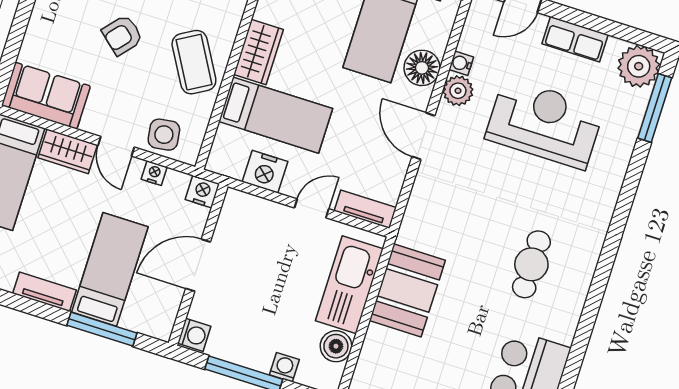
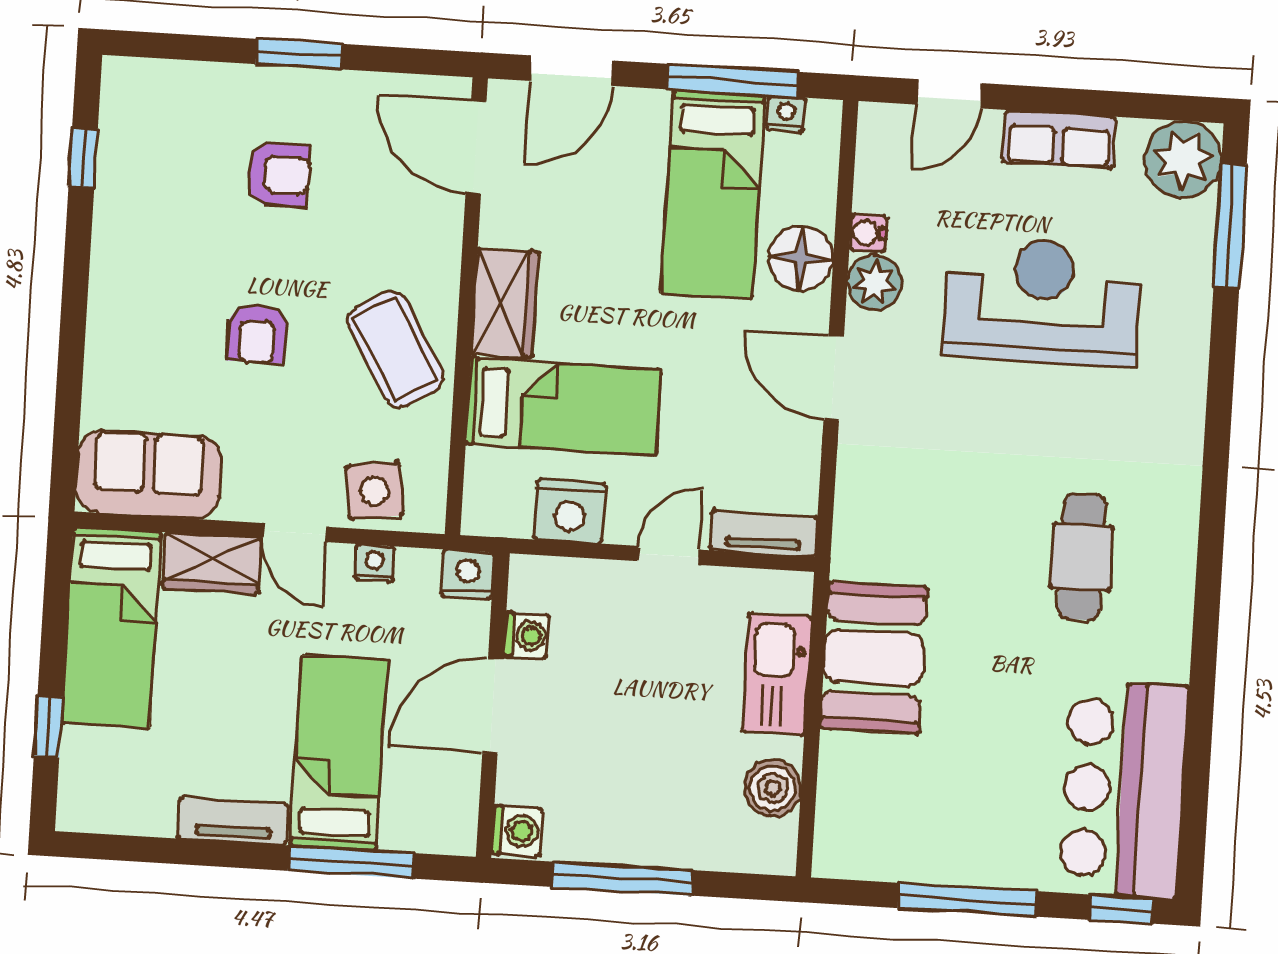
armchair: (122, 35) -> (257, 333), turned -41
kitchen sink: (349, 285) -> (776, 674), width x0.73, depth x0.81
washing machine: (284, 367) -> (526, 635), moved, turned 90

